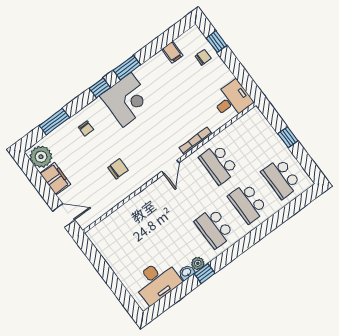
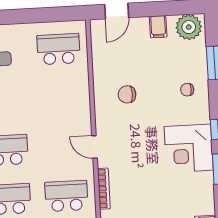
chair: (118, 169) -> (127, 94), turned 90
filing cabinet: (55, 179) -> (158, 27), width x0.50
school desk: (118, 239) -> (58, 49), added

